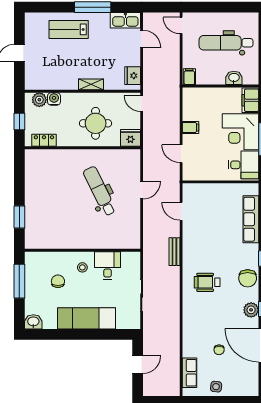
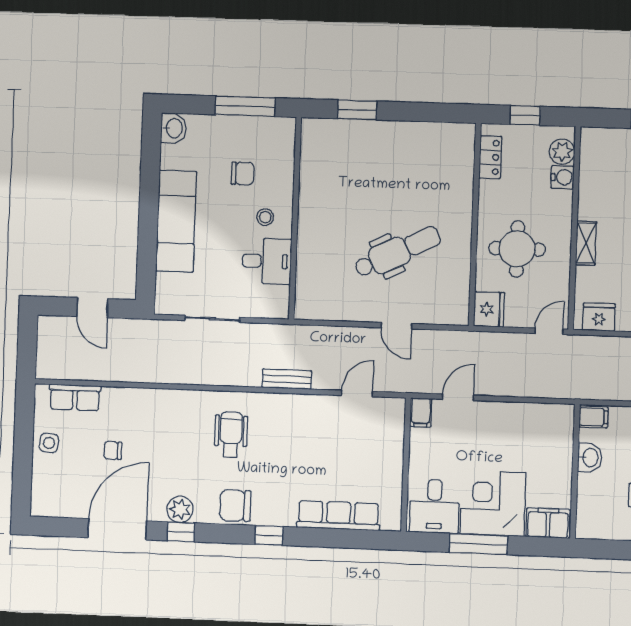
washbasin: (234, 78) -> (590, 458), moved
filing cabinet: (191, 127) -> (421, 412), moved

